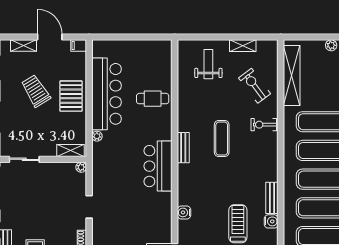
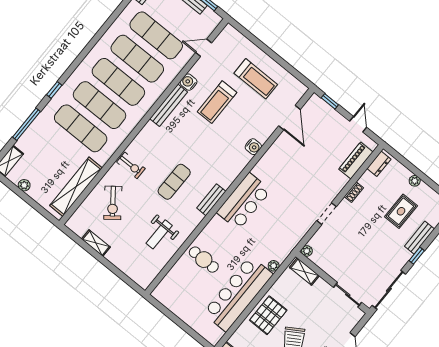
weight bench: (208, 64) -> (159, 234), moved
bench: (272, 198) -> (169, 105), width x1.36

